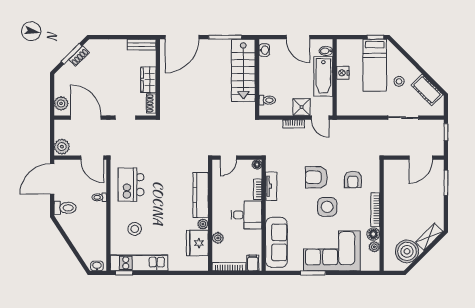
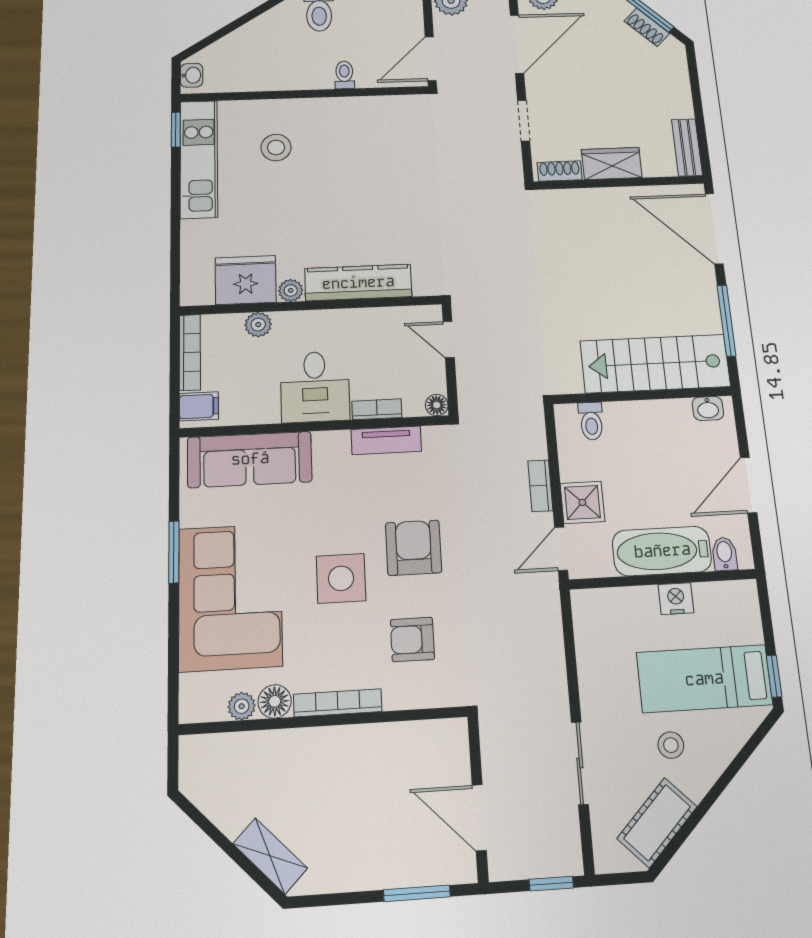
kitchen island: (131, 185) -> (375, 137), removed
boiler: (407, 251) -> (230, 796), removed

